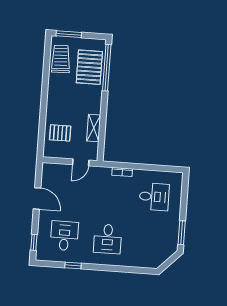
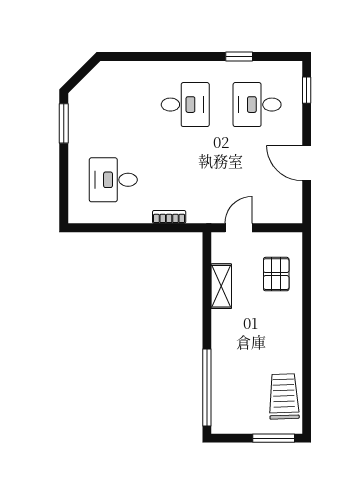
trolley: (61, 59) -> (284, 396), turned 180
pallet: (89, 67) -> (236, 386), removed
pallet: (60, 133) -> (276, 274), turned 90
desk: (64, 236) -> (257, 105), turned 90
desk: (108, 239) -> (185, 105), turned 90

